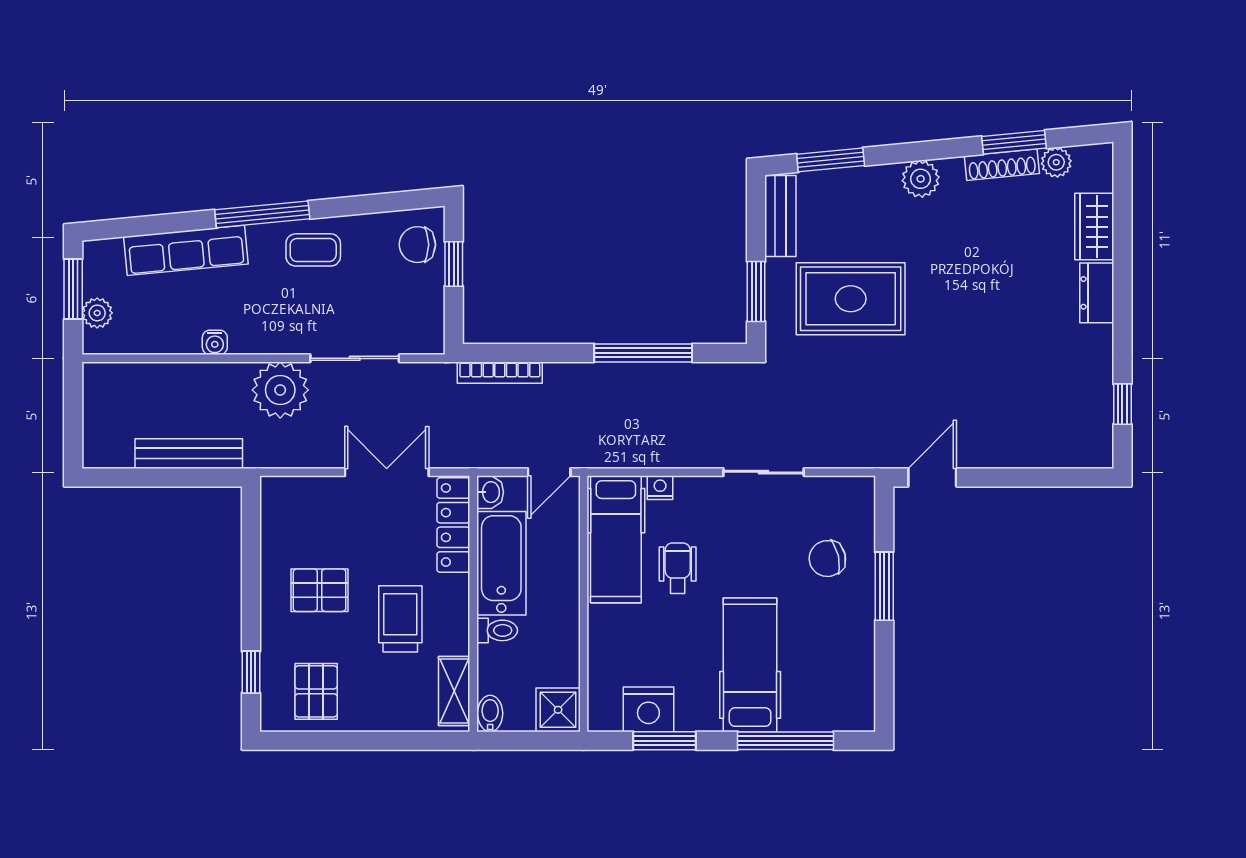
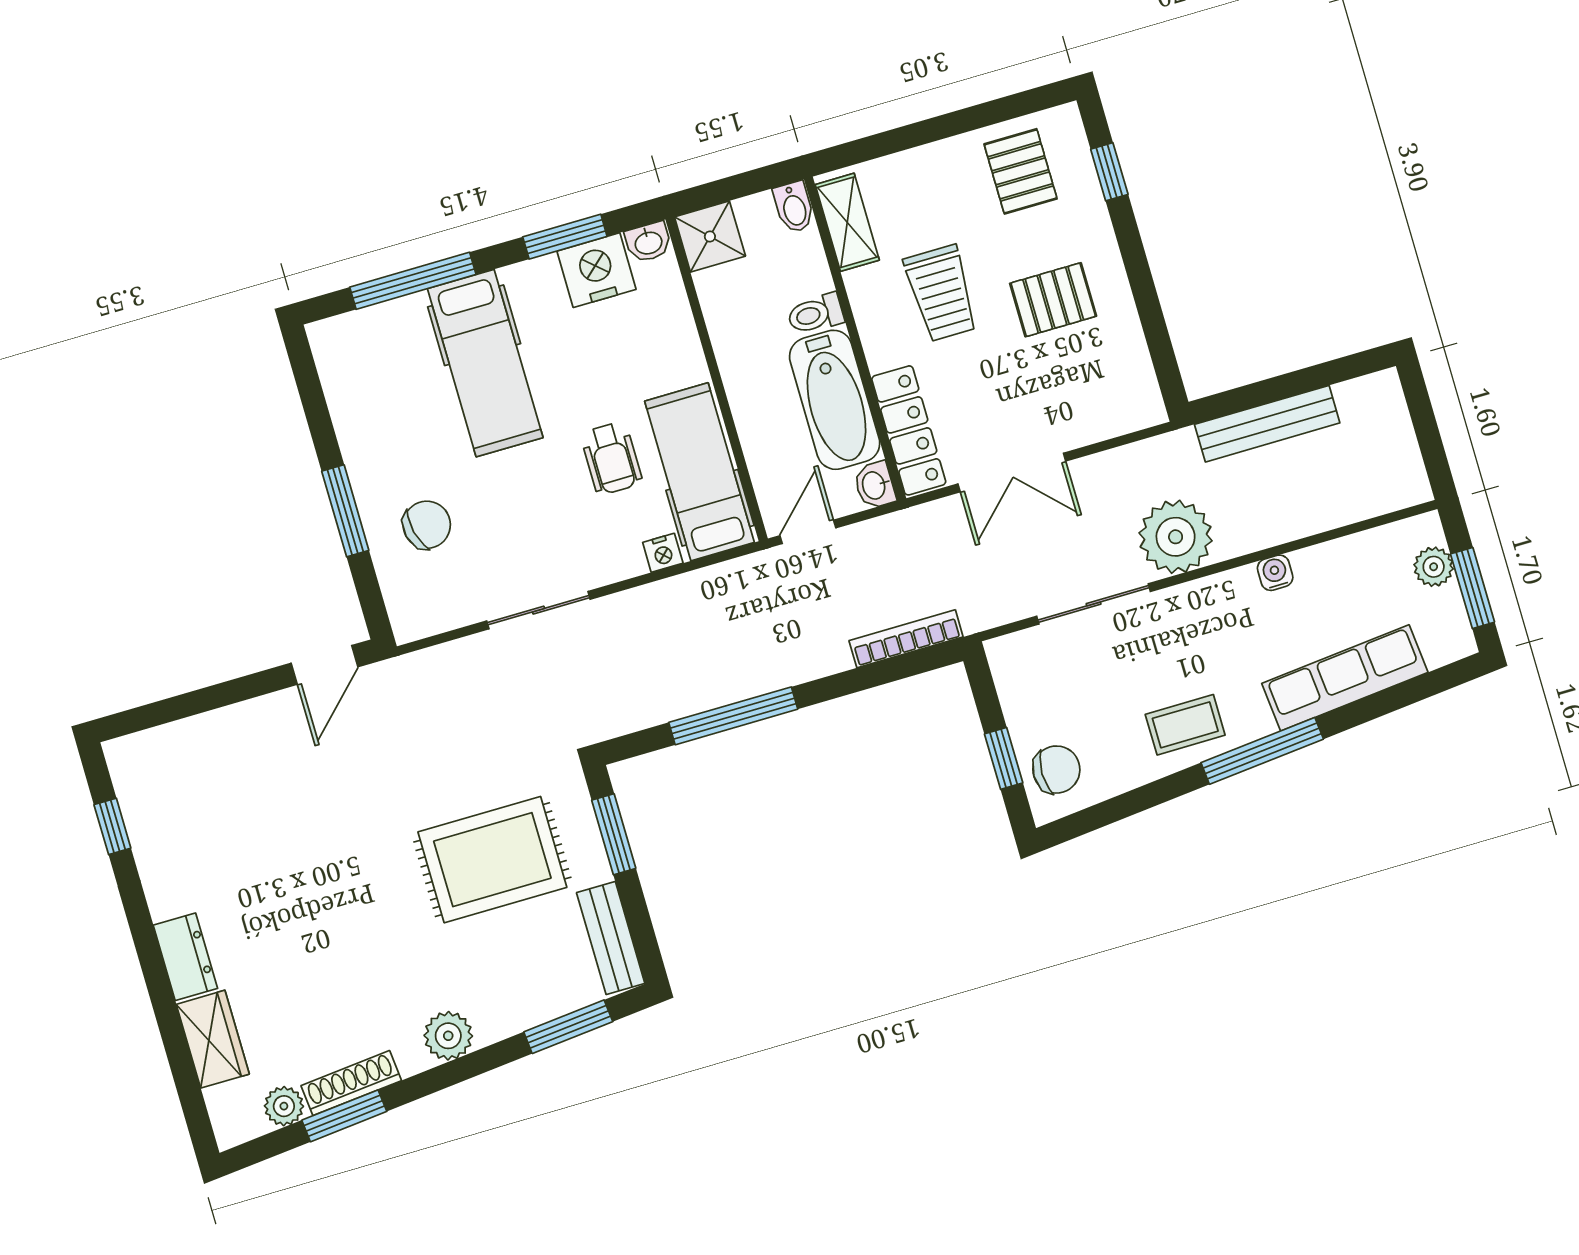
washbasin: (604, 719) -> (648, 242), added

